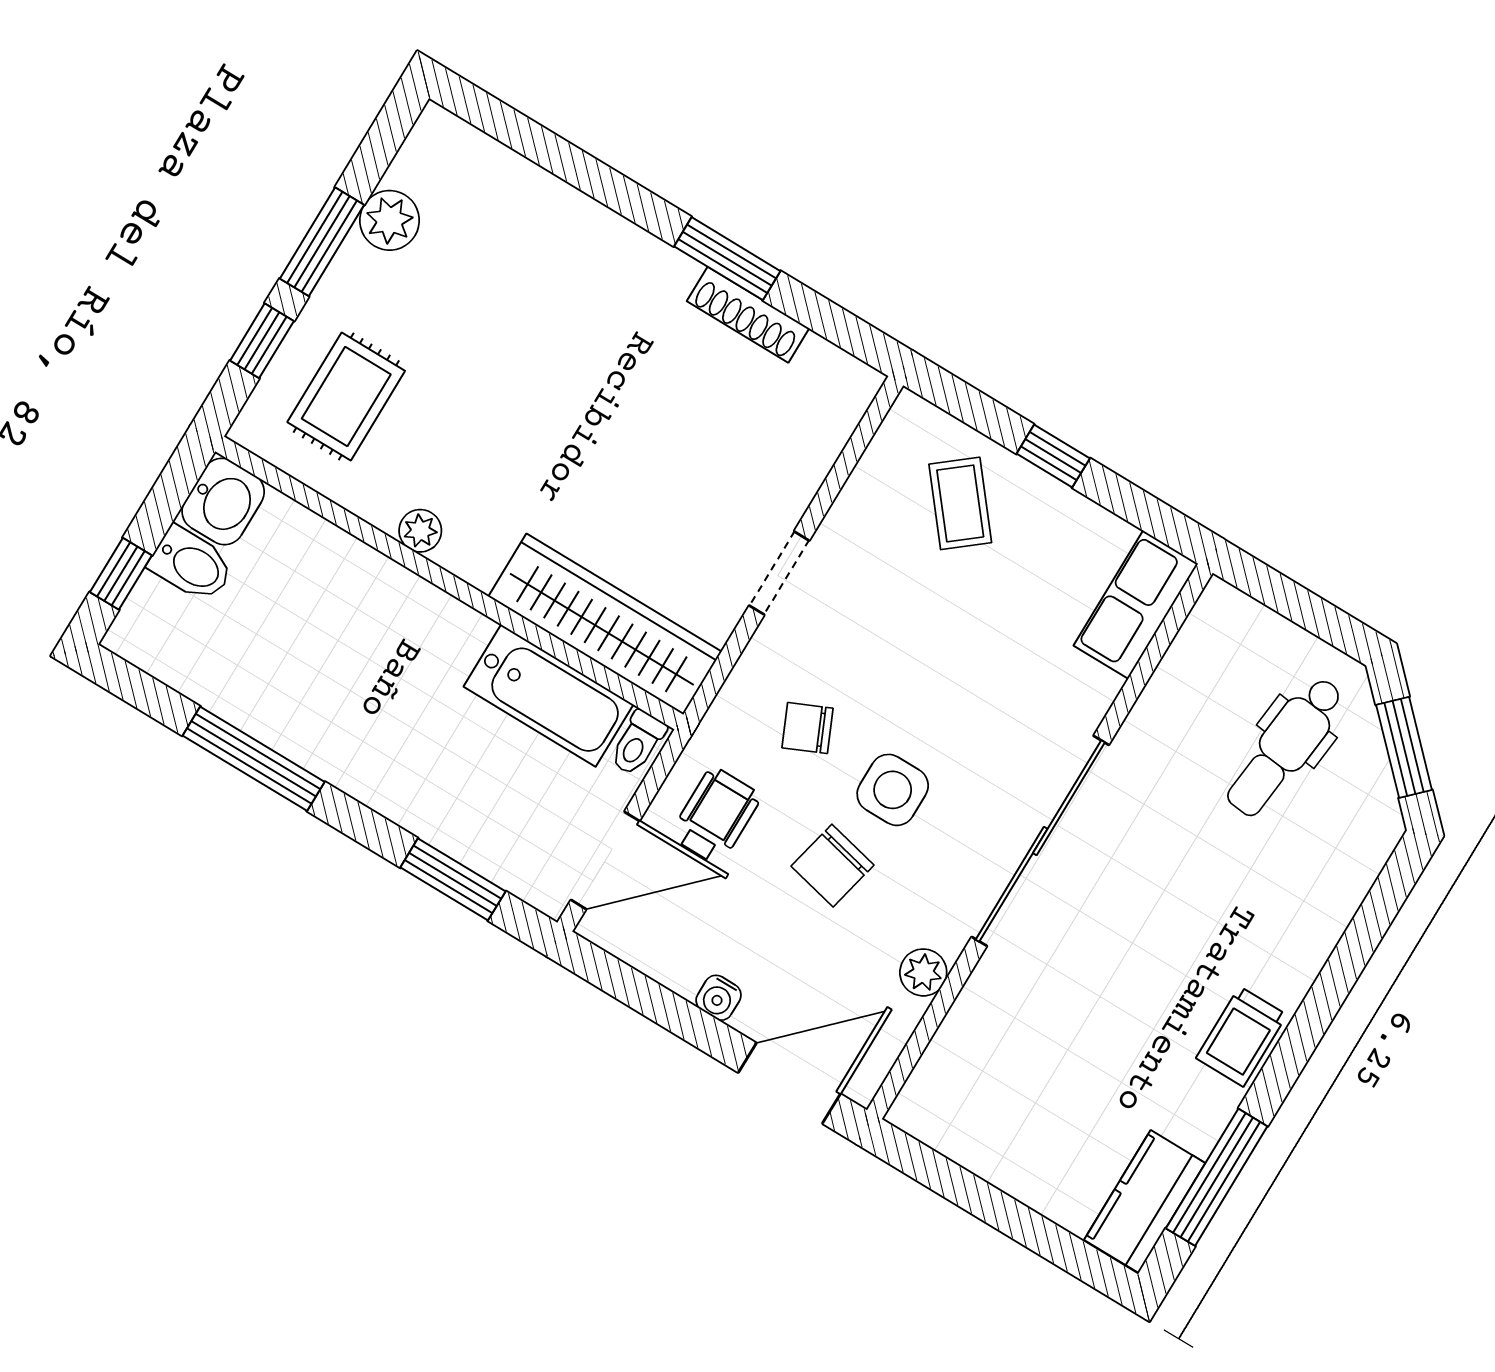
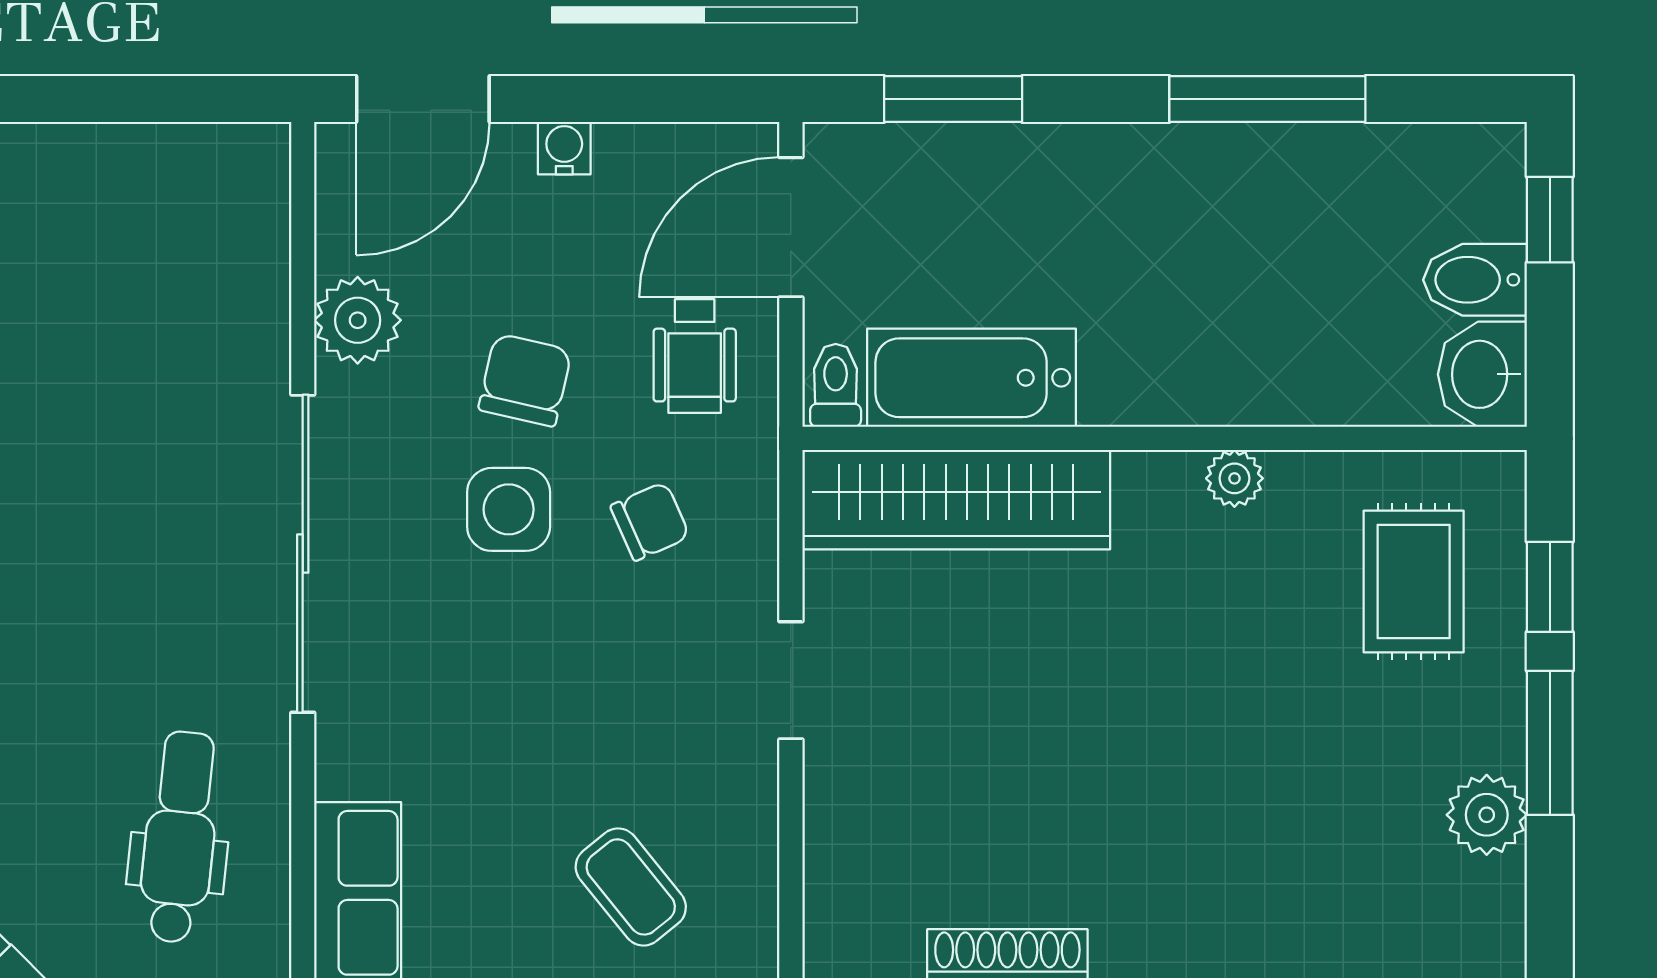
dental chair: (1285, 747) -> (180, 837), moved
plant: (923, 972) -> (358, 320), width x1.38, depth x1.38

